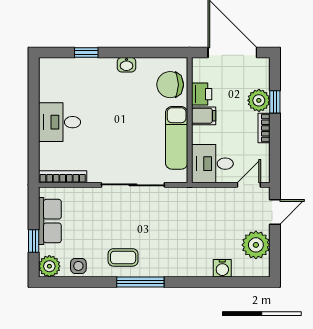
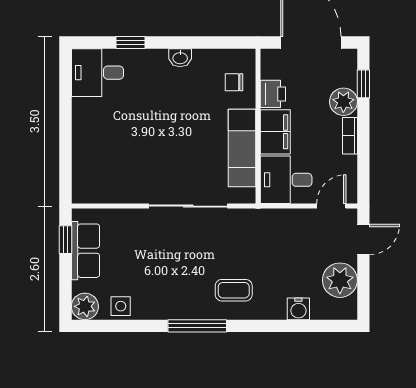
chair: (170, 85) -> (234, 82), width x0.54, depth x0.54
window: (275, 102) -> (363, 84), moved
filing cabinet: (204, 116) -> (275, 132), width x2.00
desk: (60, 122) -> (97, 73), moved
bookcase: (63, 177) -> (101, 196), removed
window: (34, 241) -> (65, 240), moved
coffee table: (123, 257) -> (234, 290), moved

